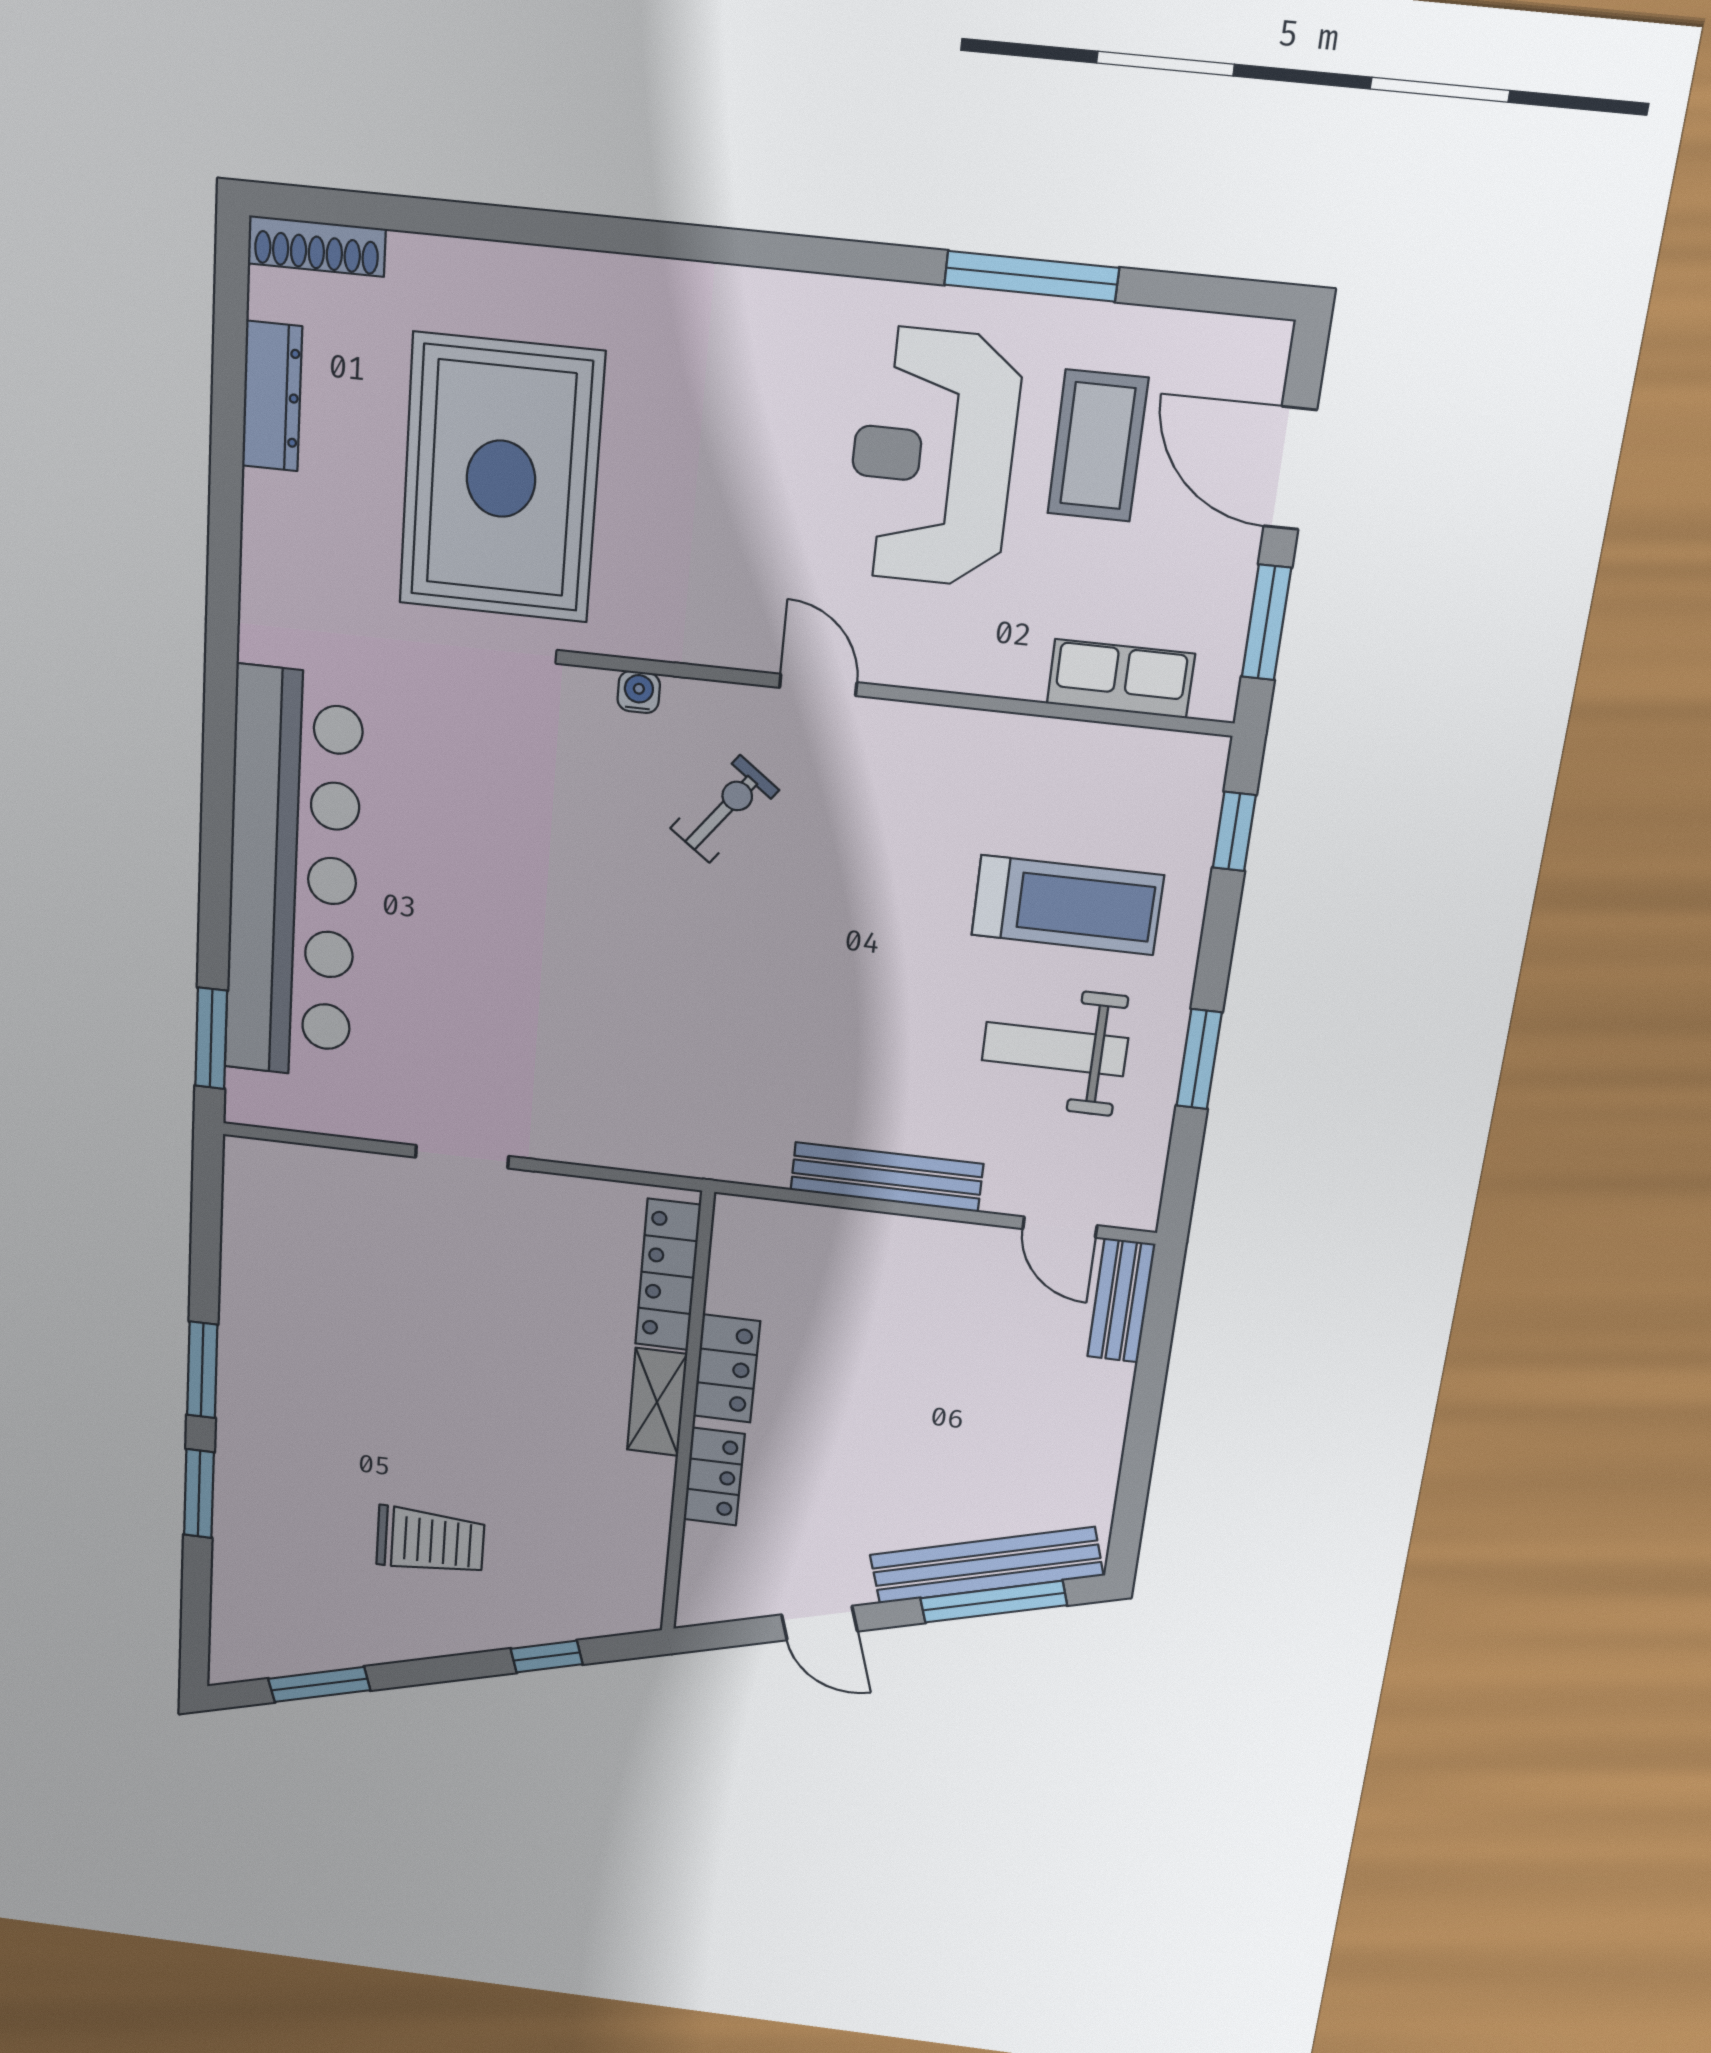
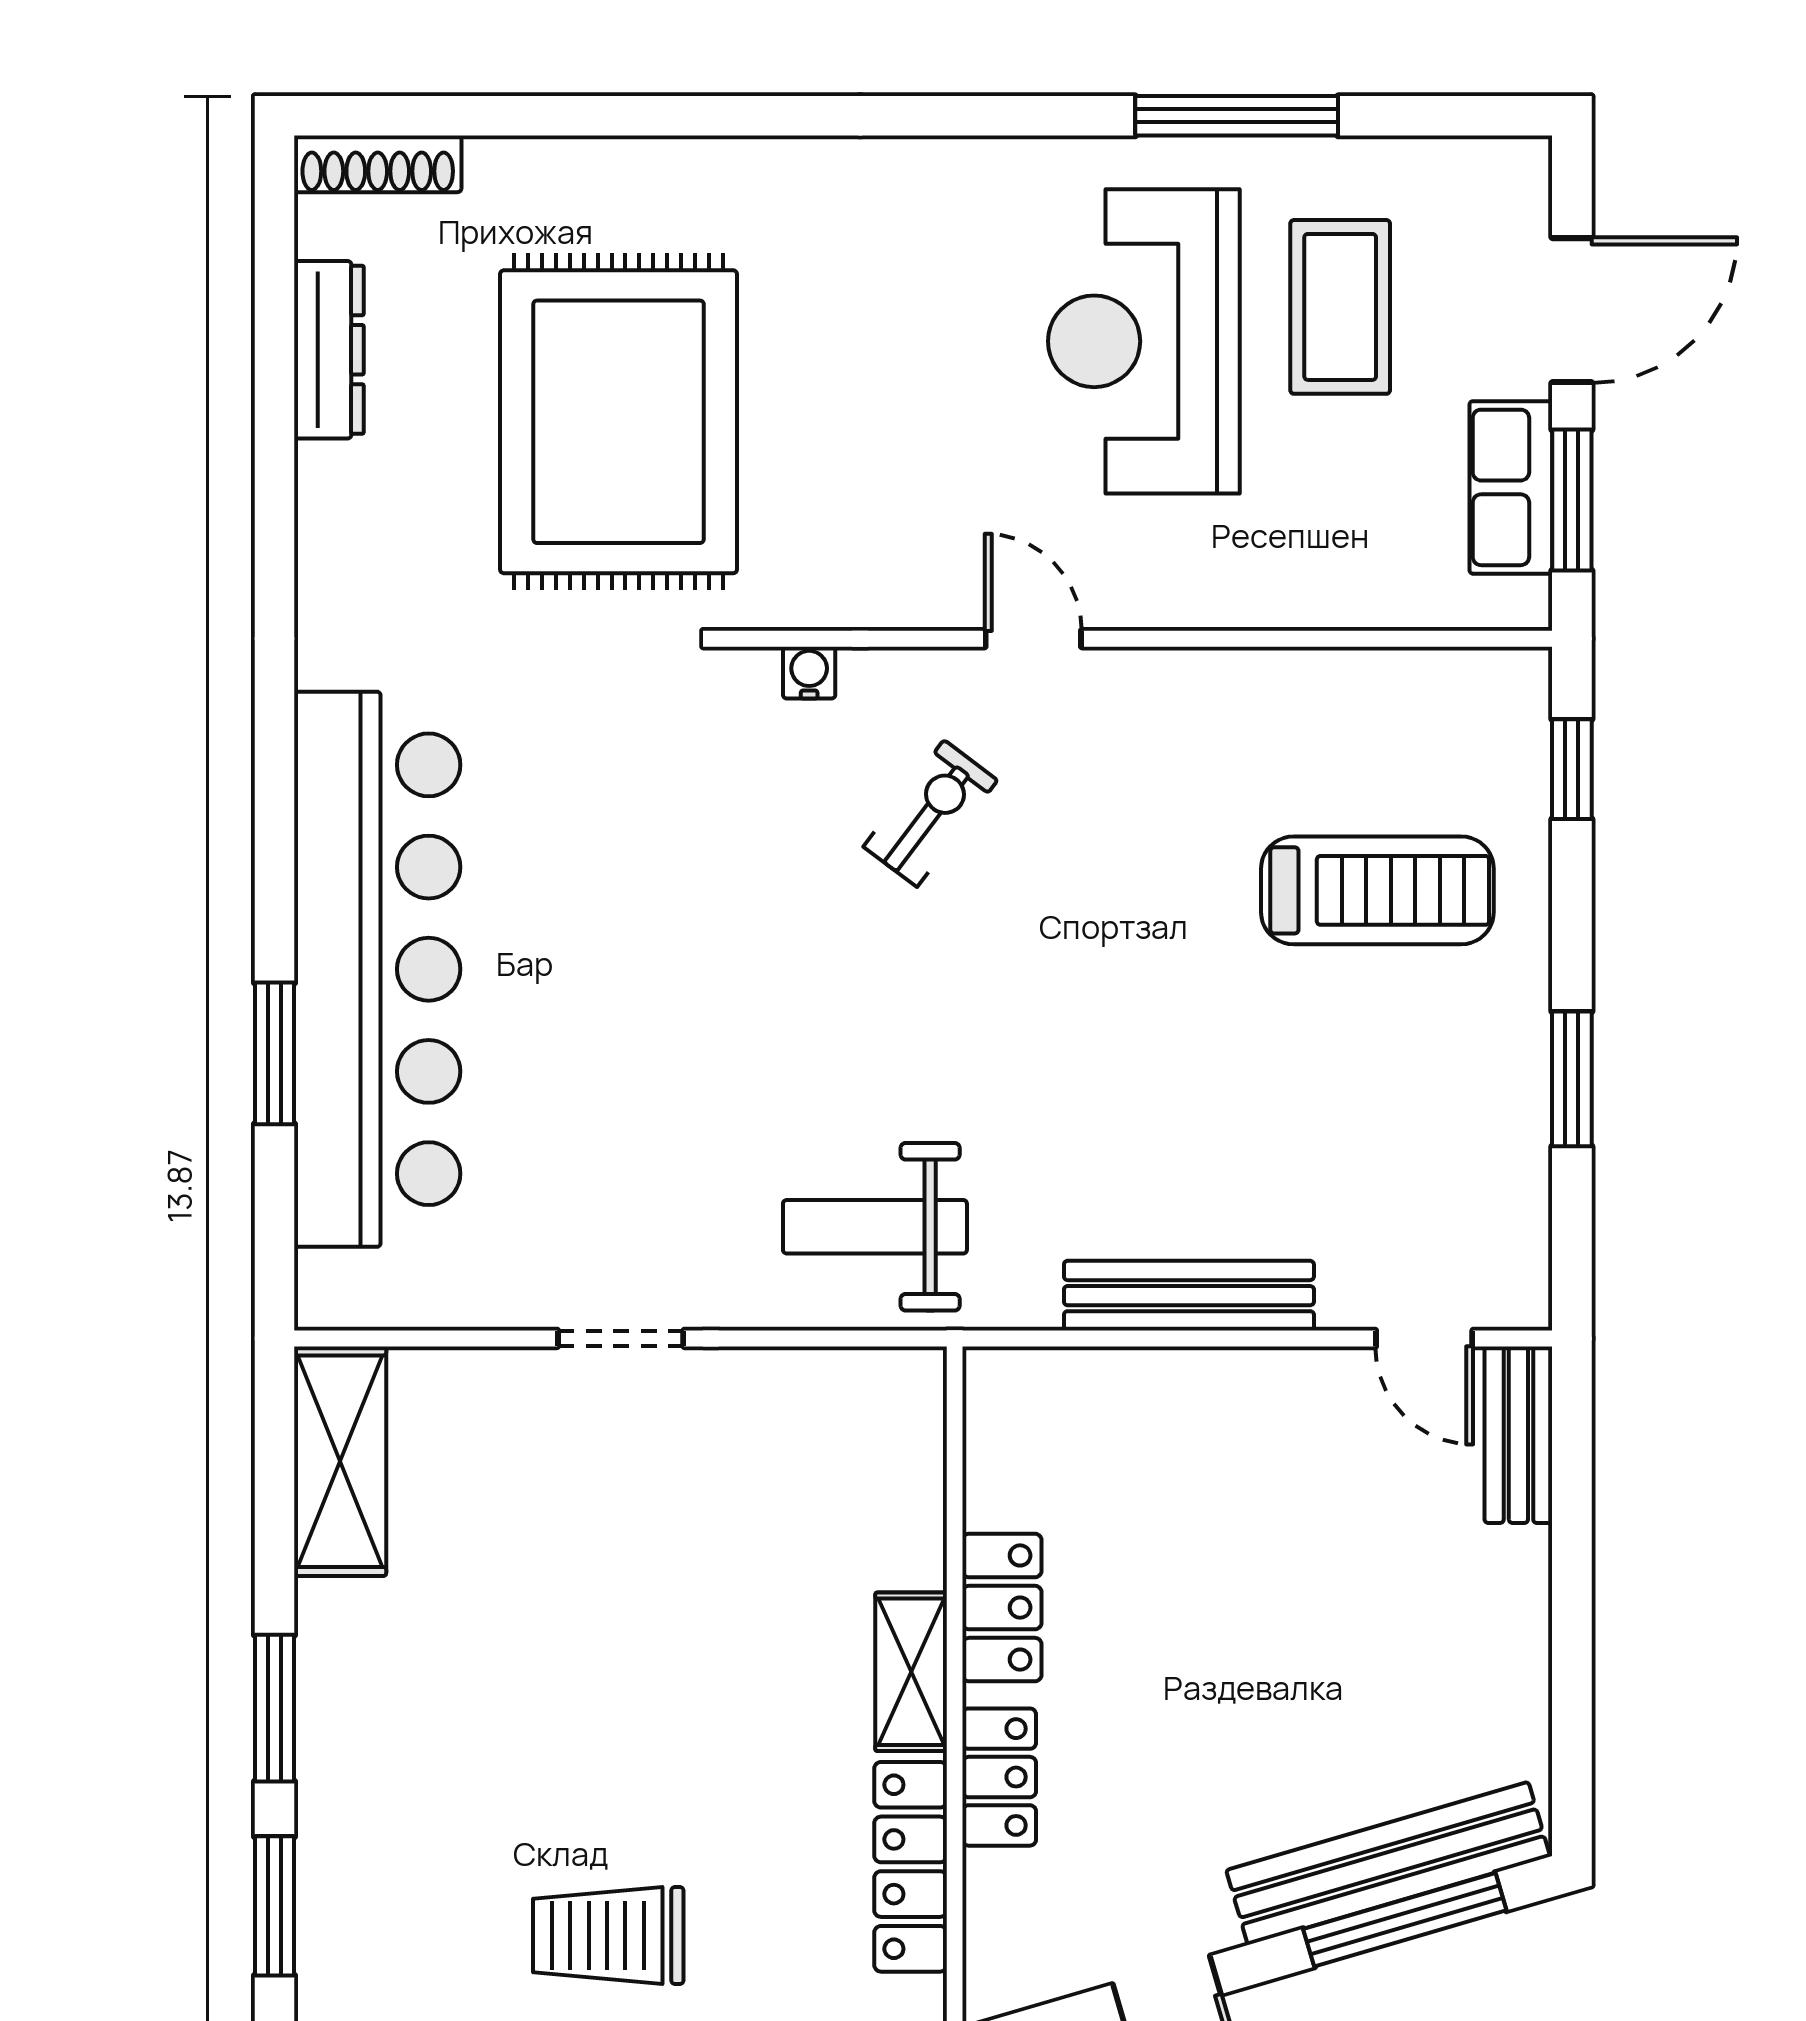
door: (1290, 468) -> (1572, 310), swing flipped
row of seats: (1121, 679) -> (1511, 487), moved, turned -90
window: (211, 1038) -> (274, 1053), moved
weight bench: (1055, 1049) -> (875, 1227), moved
shelving: (254, 1215) -> (340, 1461), added
locker: (668, 1275) -> (911, 1867), moved
trolley: (430, 1541) -> (608, 1935), turned 180

